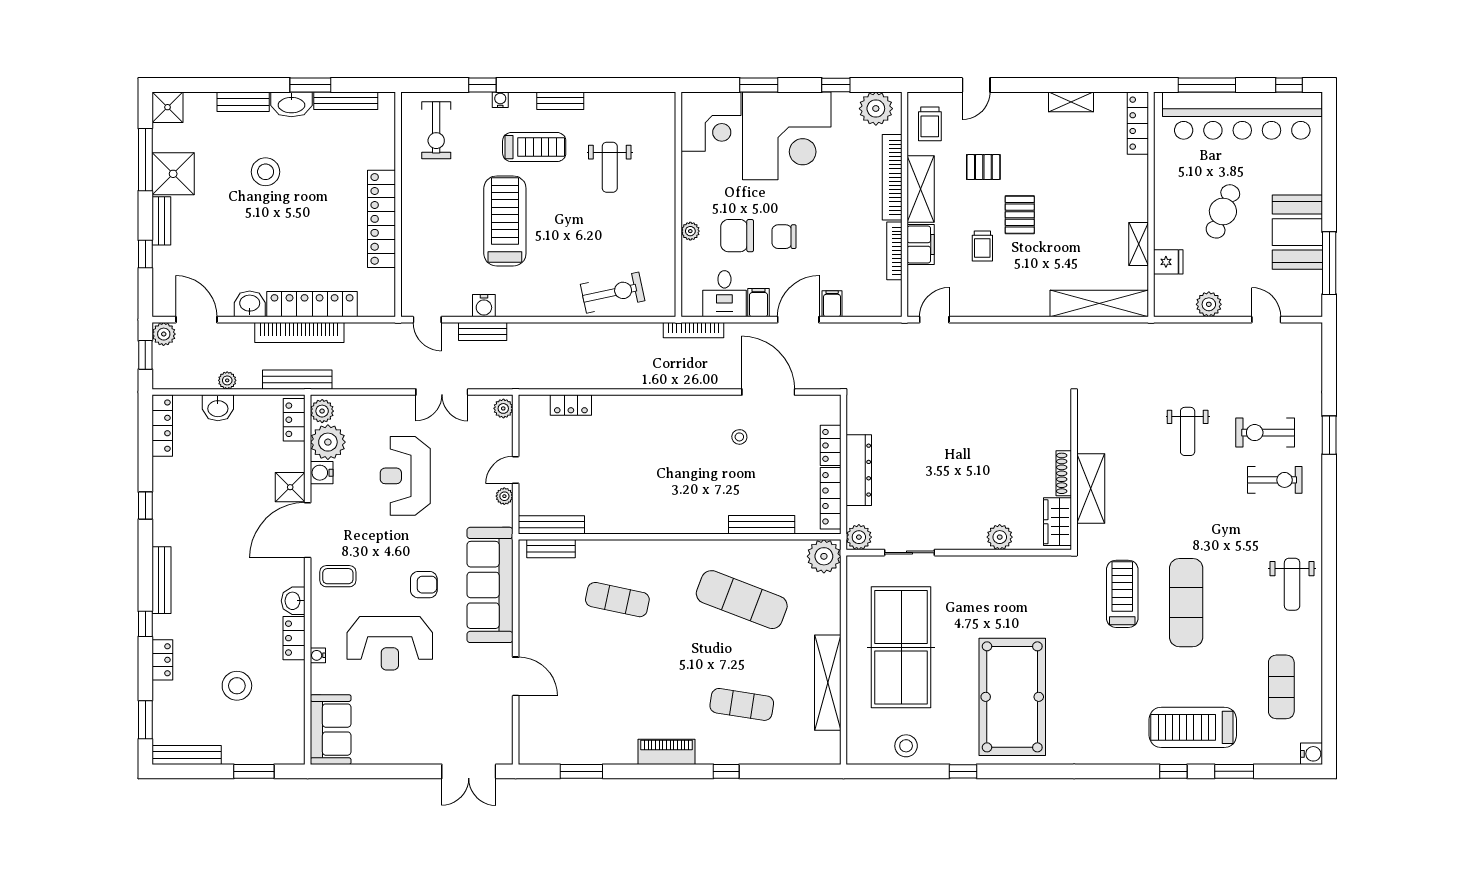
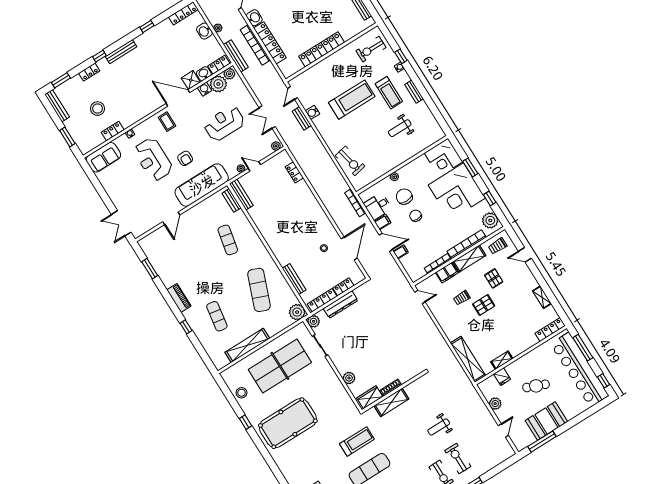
washbasin: (293, 601) -> (204, 74), moved
locker: (294, 638) -> (113, 131), moved

